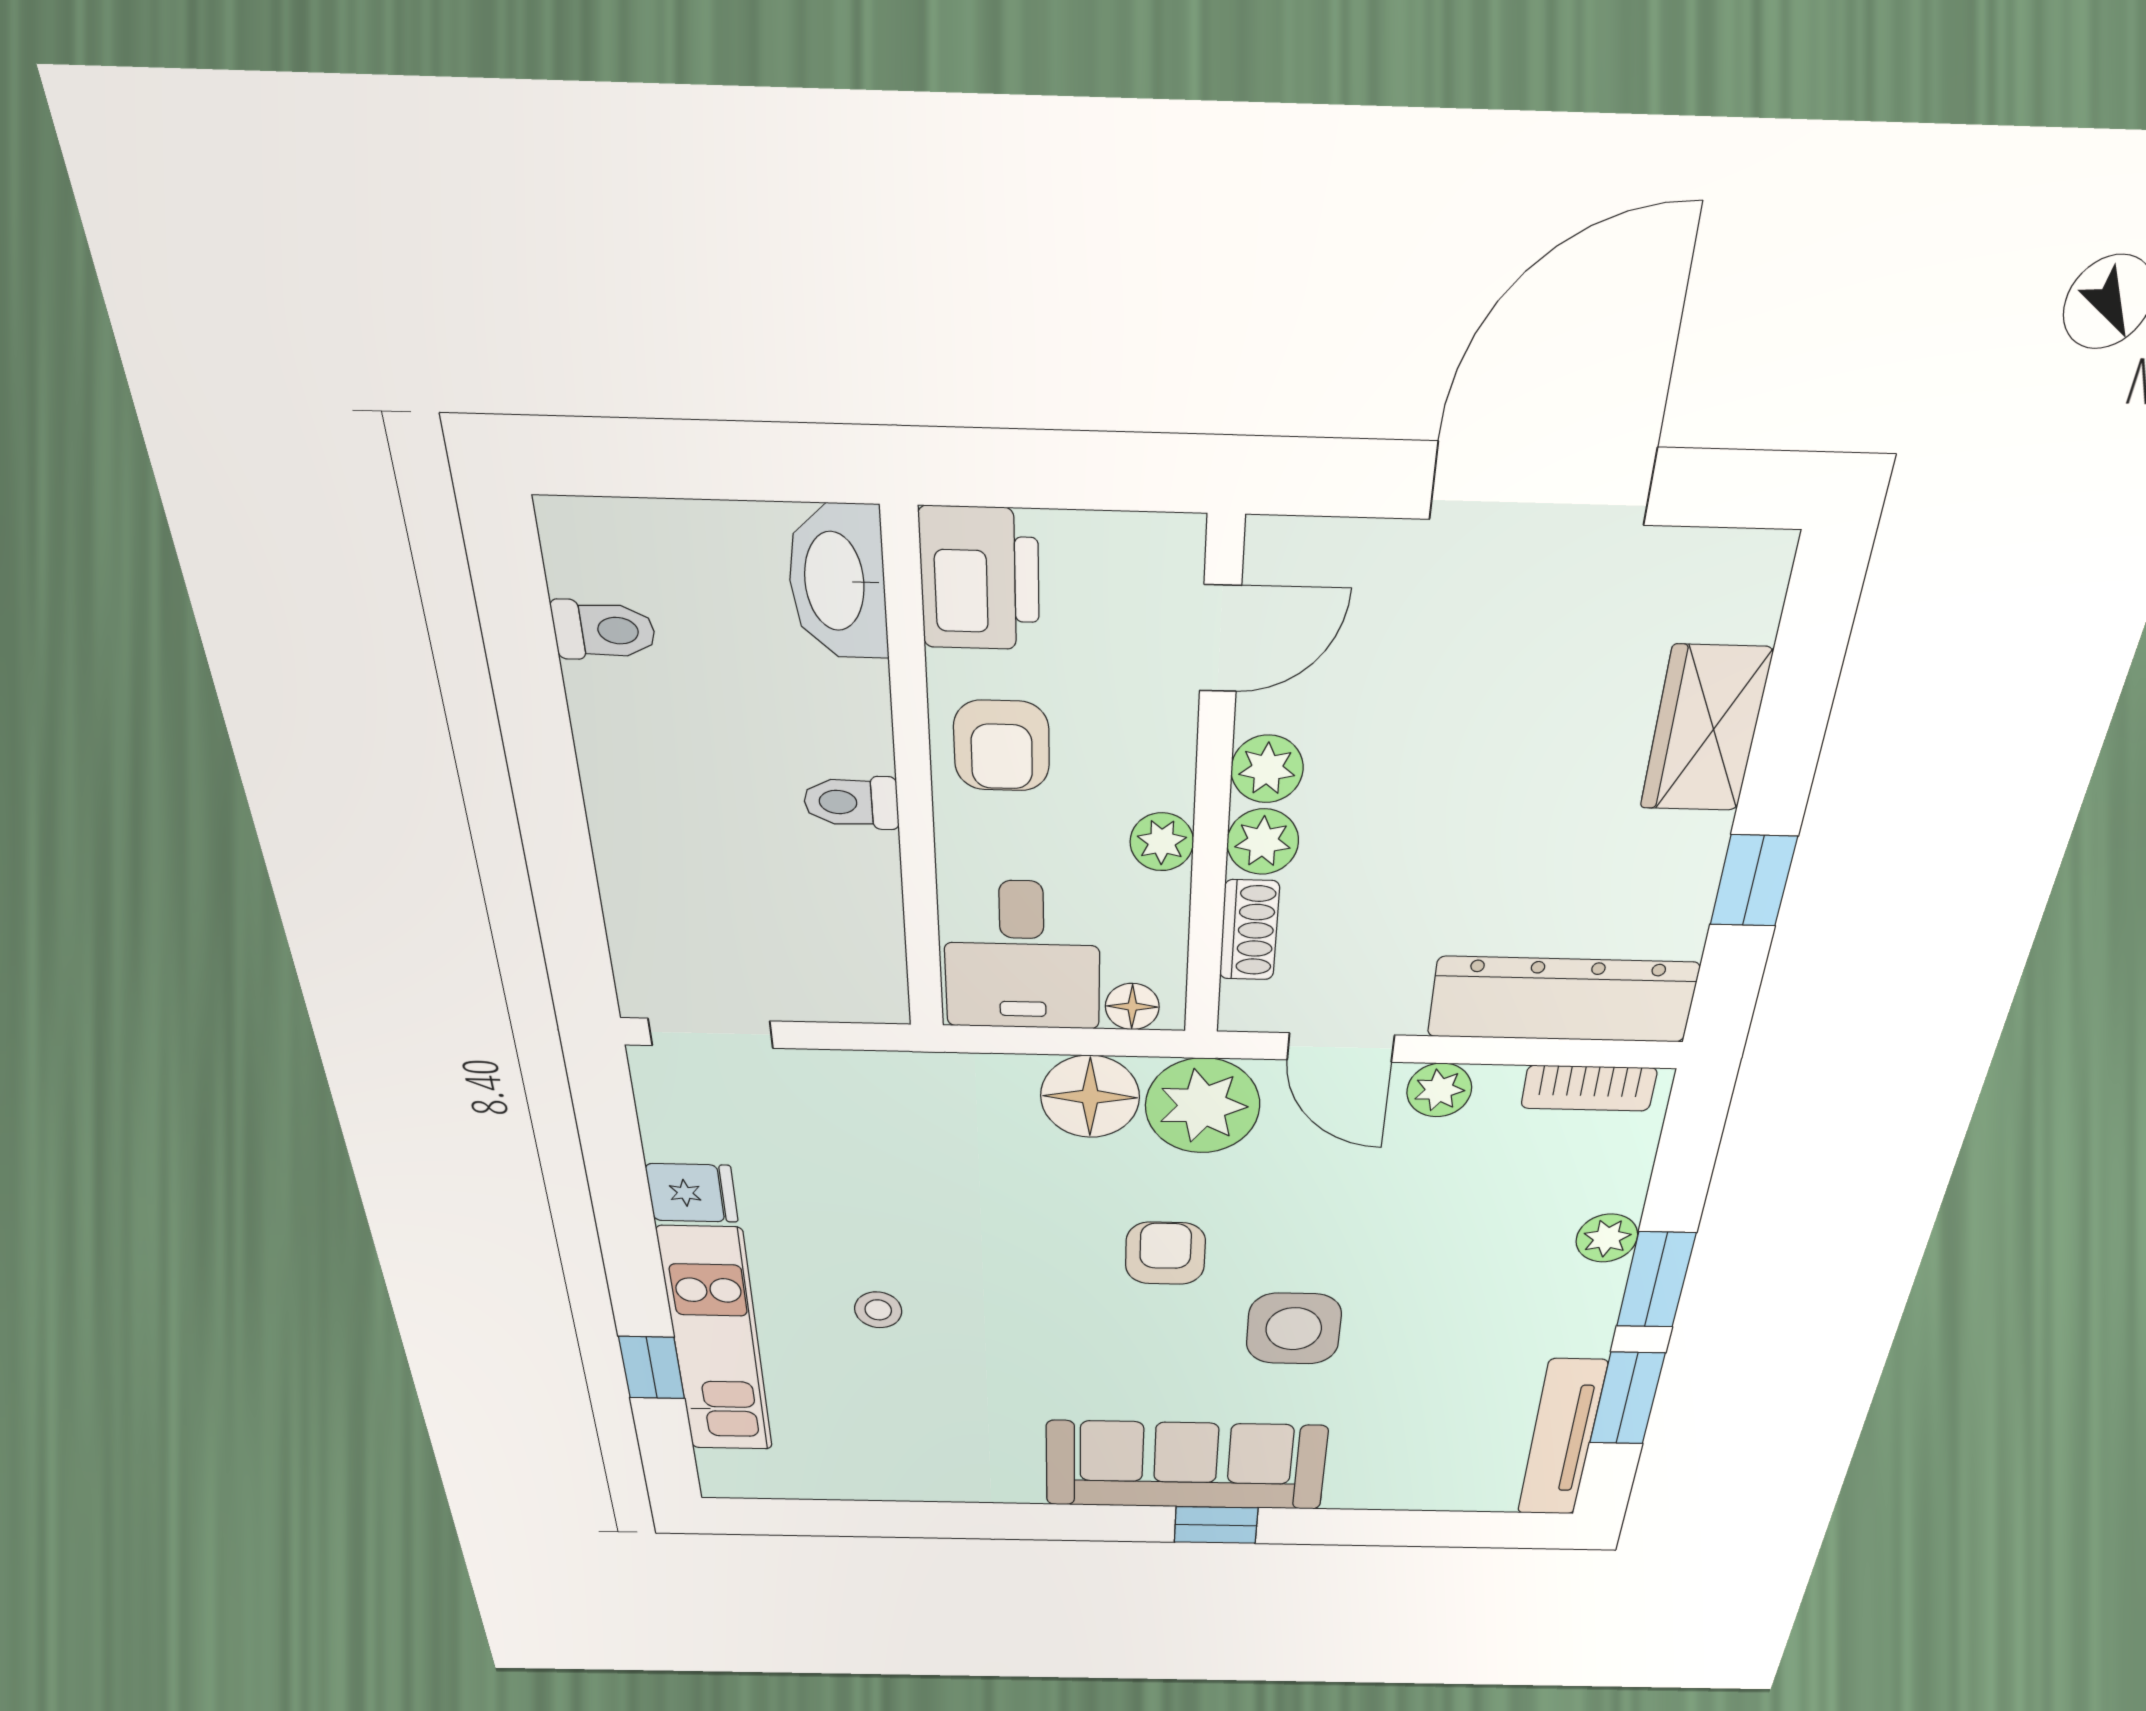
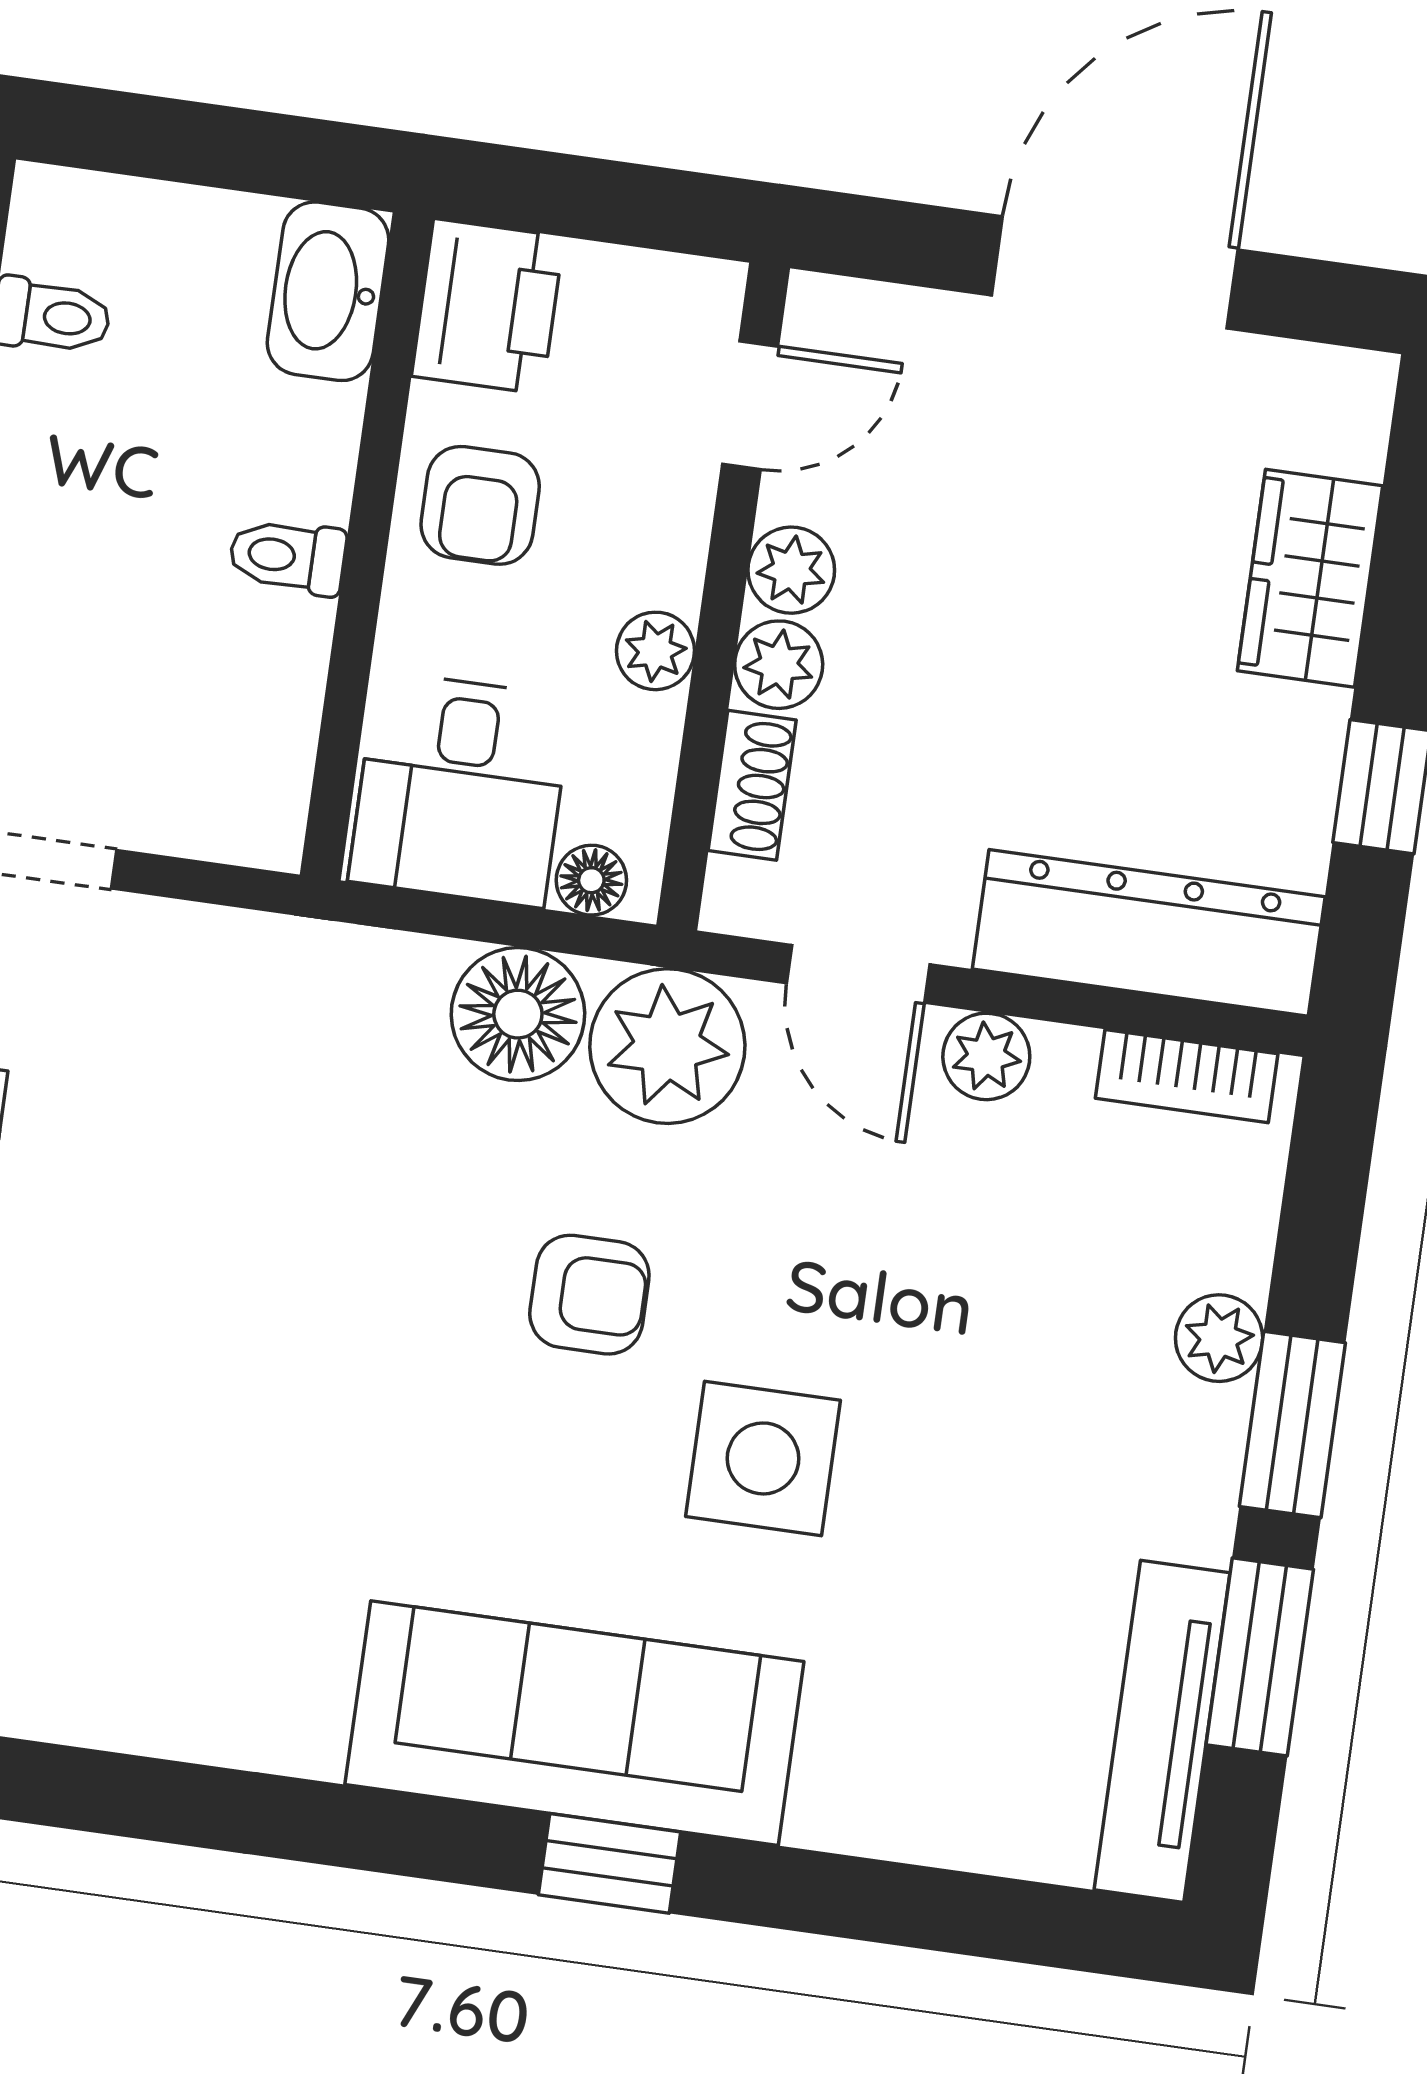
armchair: (1165, 1253) -> (589, 1295), turned 90
stool: (878, 1310) -> (158, 1353), removed

